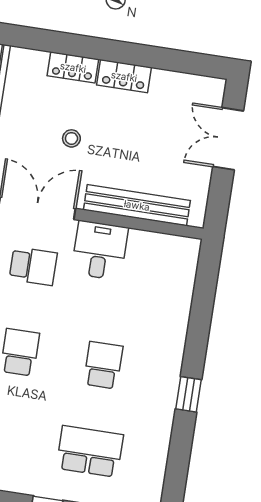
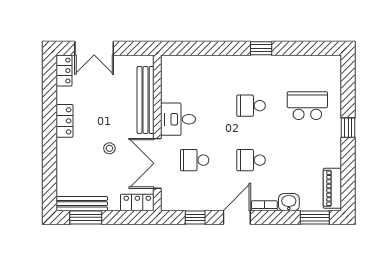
locker: (73, 67) -> (64, 71), moved
school desk: (33, 266) -> (195, 160), turned -90
school desk: (90, 451) -> (307, 106), turned 90

